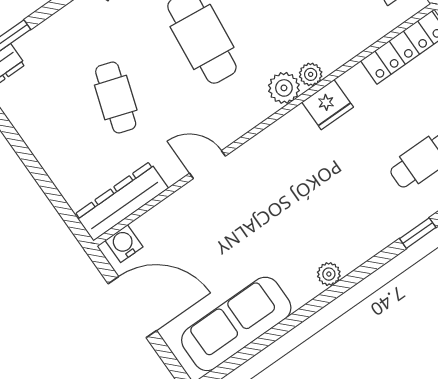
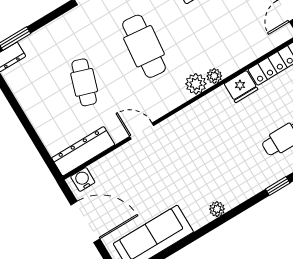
fridge: (328, 105) -> (241, 87), moved

